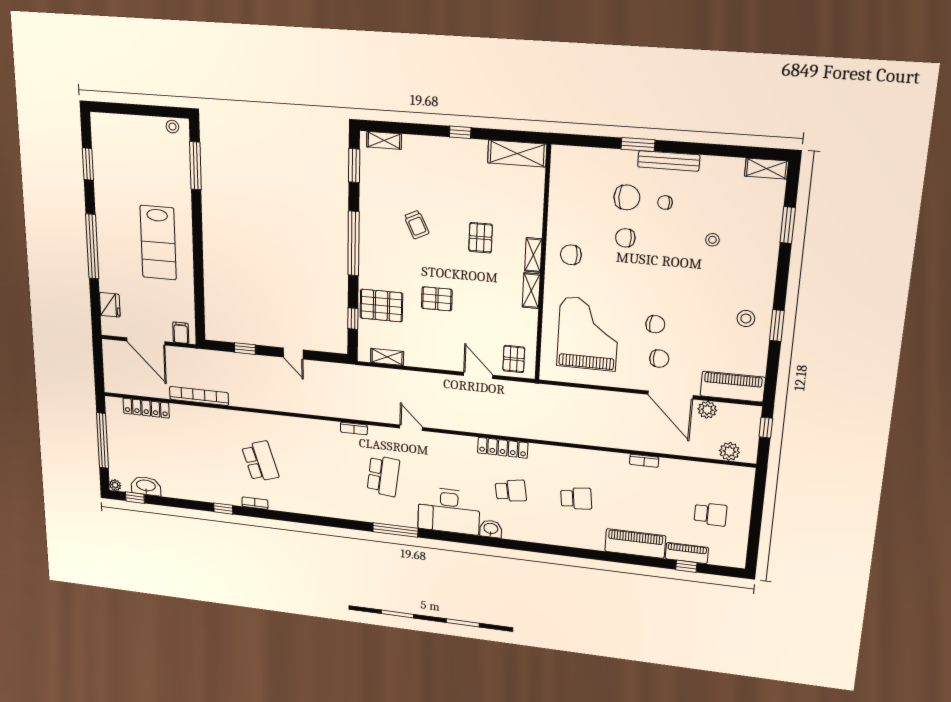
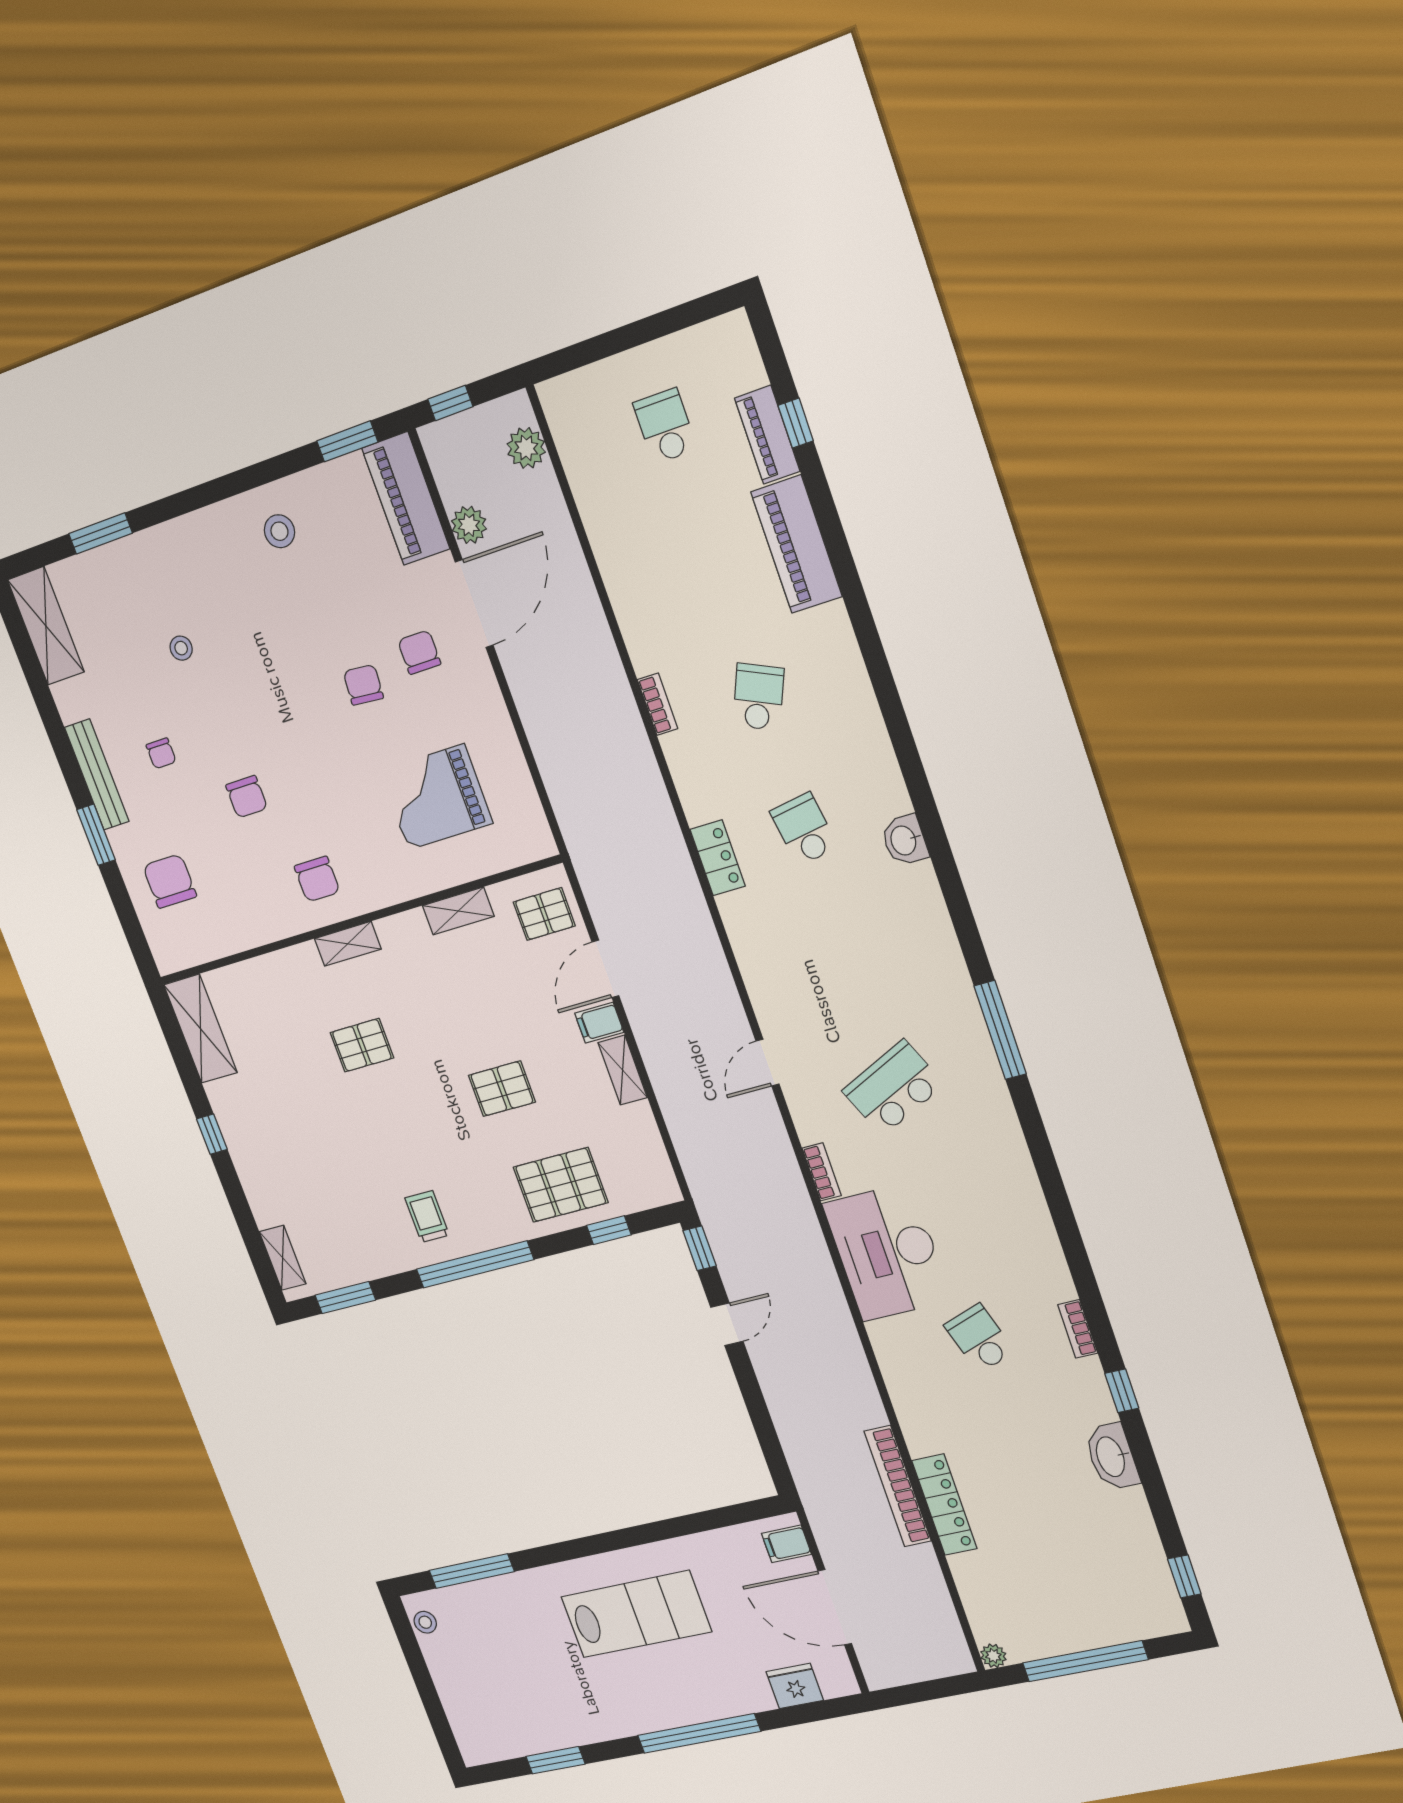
shelving: (766, 169) -> (46, 626), width x1.50, depth x1.33
chair: (627, 197) -> (170, 881), moved
trolley: (417, 225) -> (427, 1217), moved, turned -64
shelving: (531, 291) -> (458, 911), moved
pallet: (437, 299) -> (502, 1089), turned 90
pallet: (381, 306) -> (561, 1185), turned 90
window: (777, 326) -> (347, 441), moved
grand piano: (588, 334) -> (436, 797), width x0.73, depth x0.68
door: (146, 341) -> (835, 1607), swing flipped
window: (245, 349) -> (700, 1248), moved
shelving: (387, 357) -> (623, 1070), moved
filing cabinet: (454, 361) -> (599, 1023), added
locker: (146, 408) -> (944, 1505), moved
locker: (503, 448) -> (718, 858), width x0.66
school desk: (260, 461) -> (979, 1338), width x0.54
bookcase: (644, 461) -> (658, 704), moved
school desk: (383, 476) -> (893, 1088), turned -30
plant: (115, 485) -> (993, 1656), moved
washbasin: (146, 486) -> (1112, 1457), moved
school desk: (576, 498) -> (758, 697), turned 30
desk: (449, 511) -> (887, 1252), moved, turned 180

